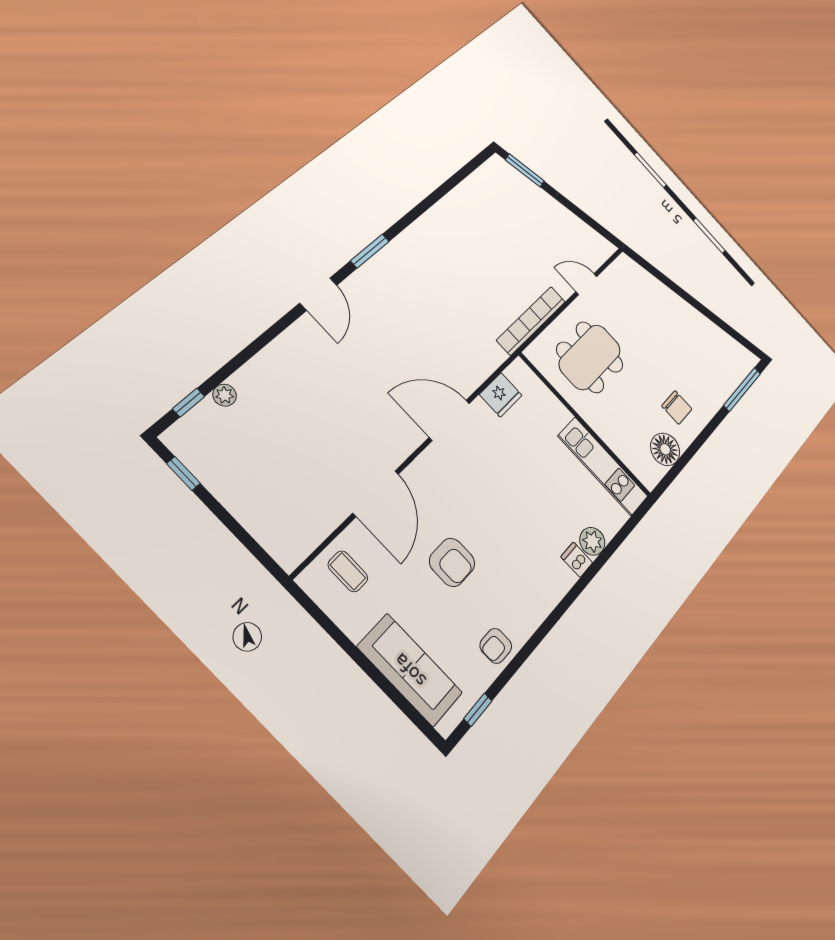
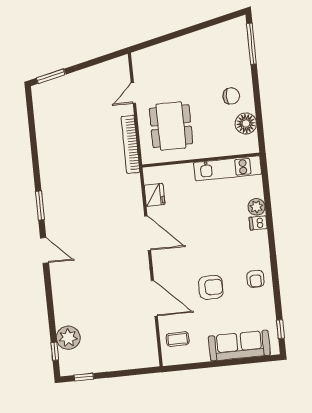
plant: (225, 395) -> (68, 338), width x1.87, depth x1.87
door: (449, 420) -> (148, 233), swing flipped
armchair: (496, 646) -> (256, 279), moved

